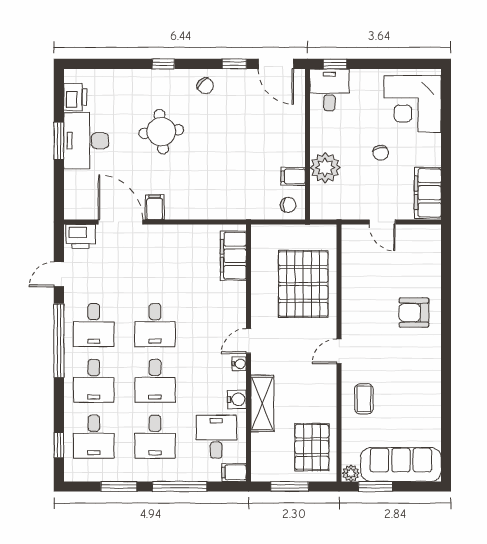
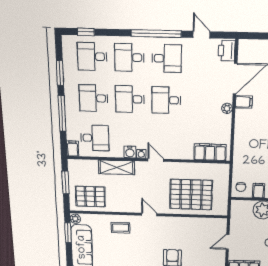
plant: (165, 232) -> (227, 108), added
desk: (94, 325) -> (167, 58), turned 180
water cooler: (237, 399) -> (130, 152), moved

